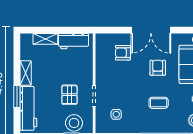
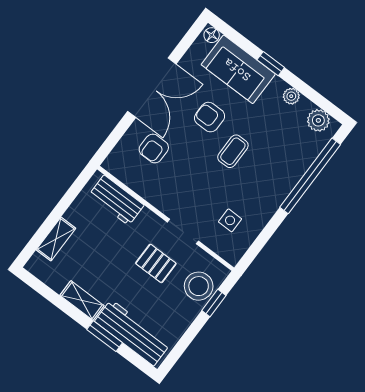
workbench: (74, 41) -> (116, 200), moved, turned 90
coffee table: (159, 103) -> (233, 151), moved

